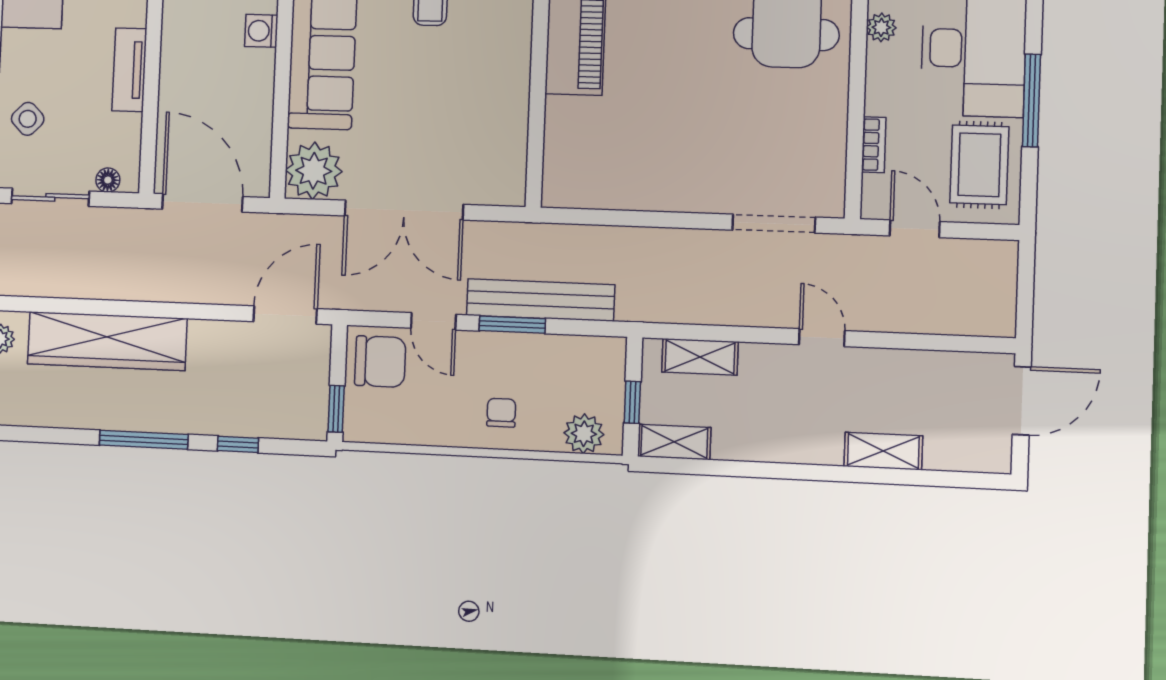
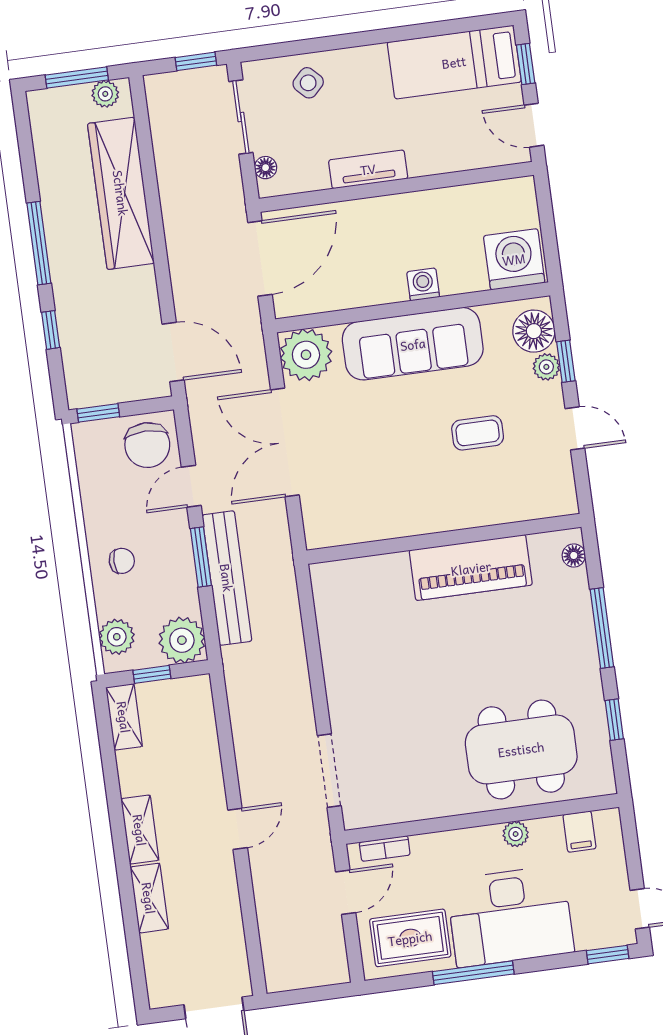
bookcase: (874, 145) -> (385, 849), moved
shelving: (700, 357) -> (140, 830), moved
plant: (600, 362) -> (182, 640), added

